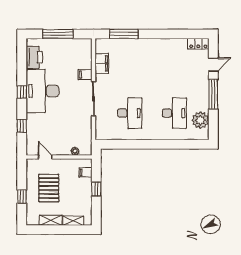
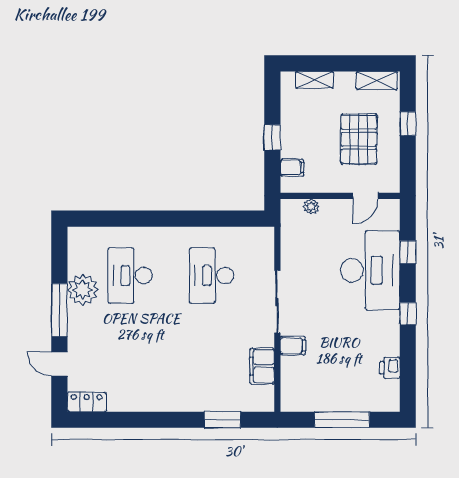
window: (124, 34) -> (222, 420), width x0.69
printer: (34, 57) -> (390, 368), width x0.53, depth x0.68
door: (213, 65) -> (59, 364), hinge flipped
desk: (43, 91) -> (370, 270), moved
plant: (200, 120) -> (83, 290), moved
door: (45, 157) -> (365, 196), hinge flipped
shelving: (51, 220) -> (377, 81), moved

